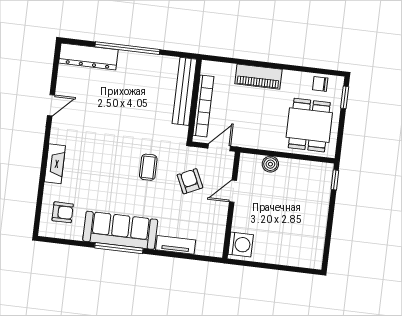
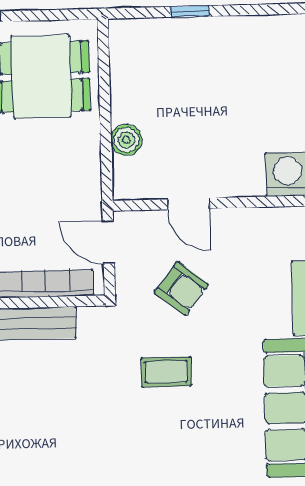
window: (335, 180) -> (190, 11), moved
armchair: (190, 181) -> (181, 289), turned -117

